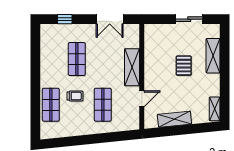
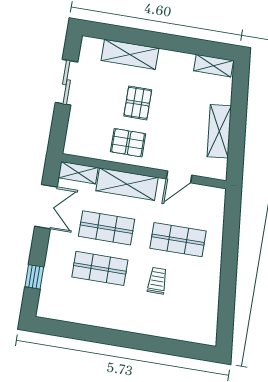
shelving: (134, 36) -> (78, 173), added
pallet: (158, 64) -> (128, 143), added
pallet: (184, 66) -> (138, 103), turned 90
door: (142, 99) -> (179, 177), swing flipped
shop shelf: (51, 105) -> (107, 228), moved

